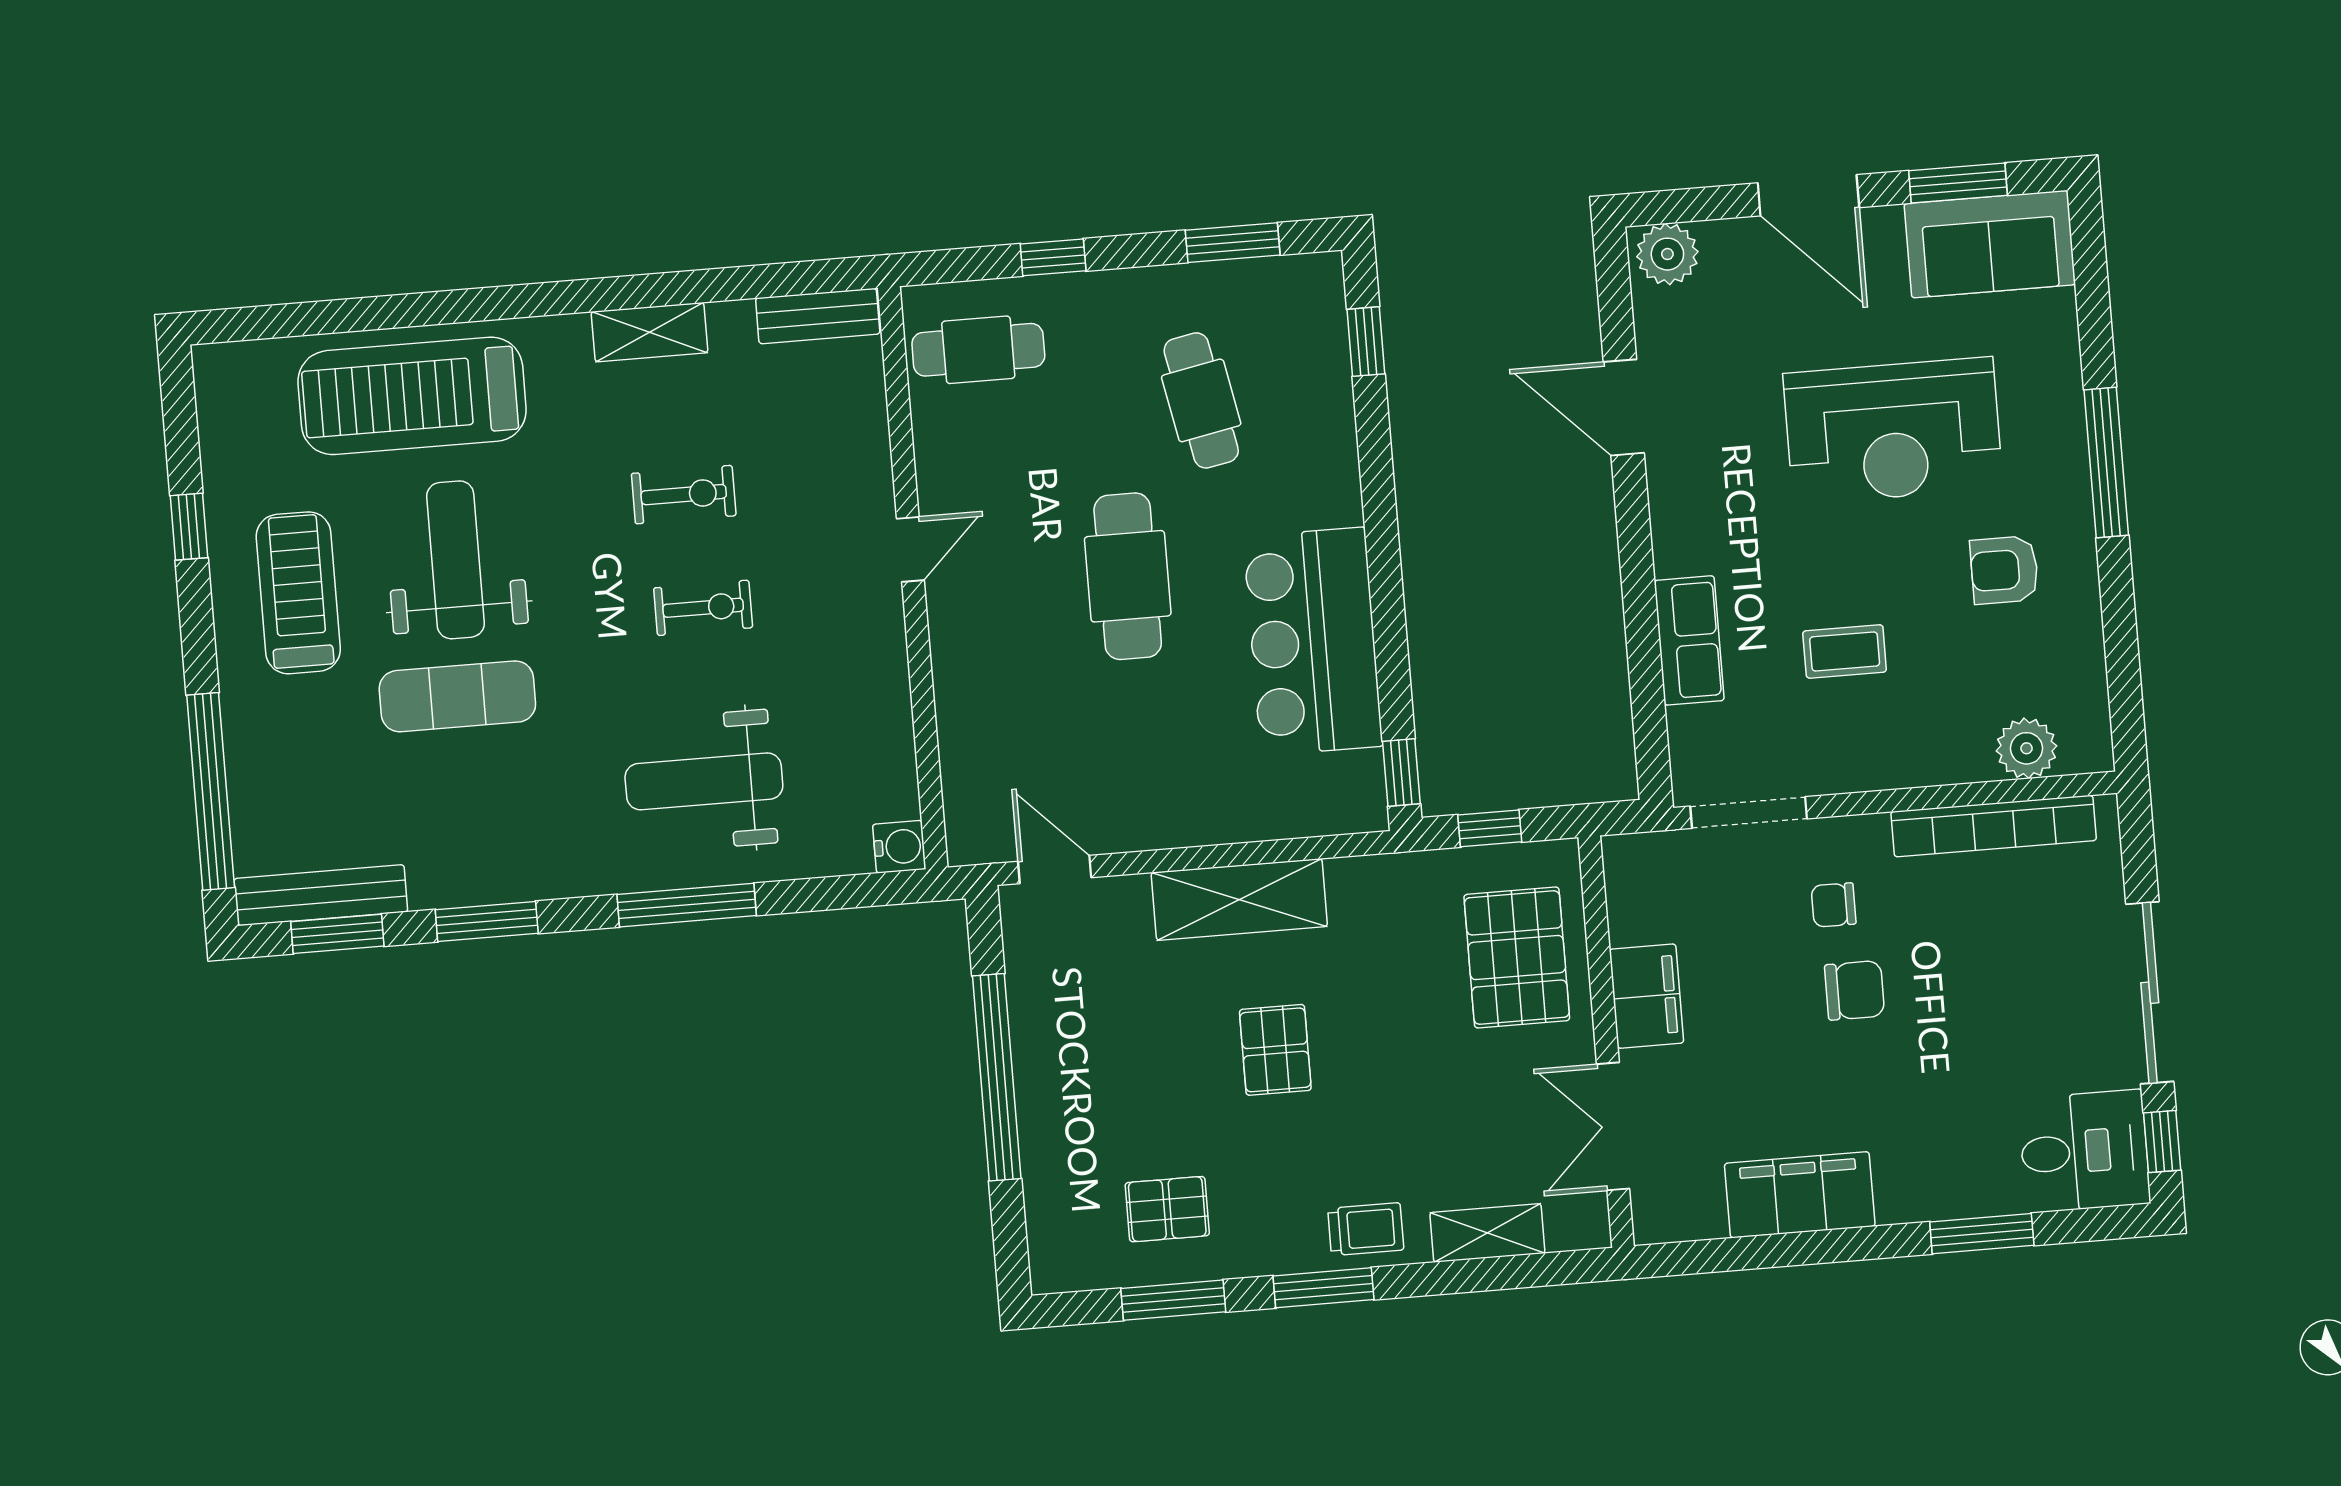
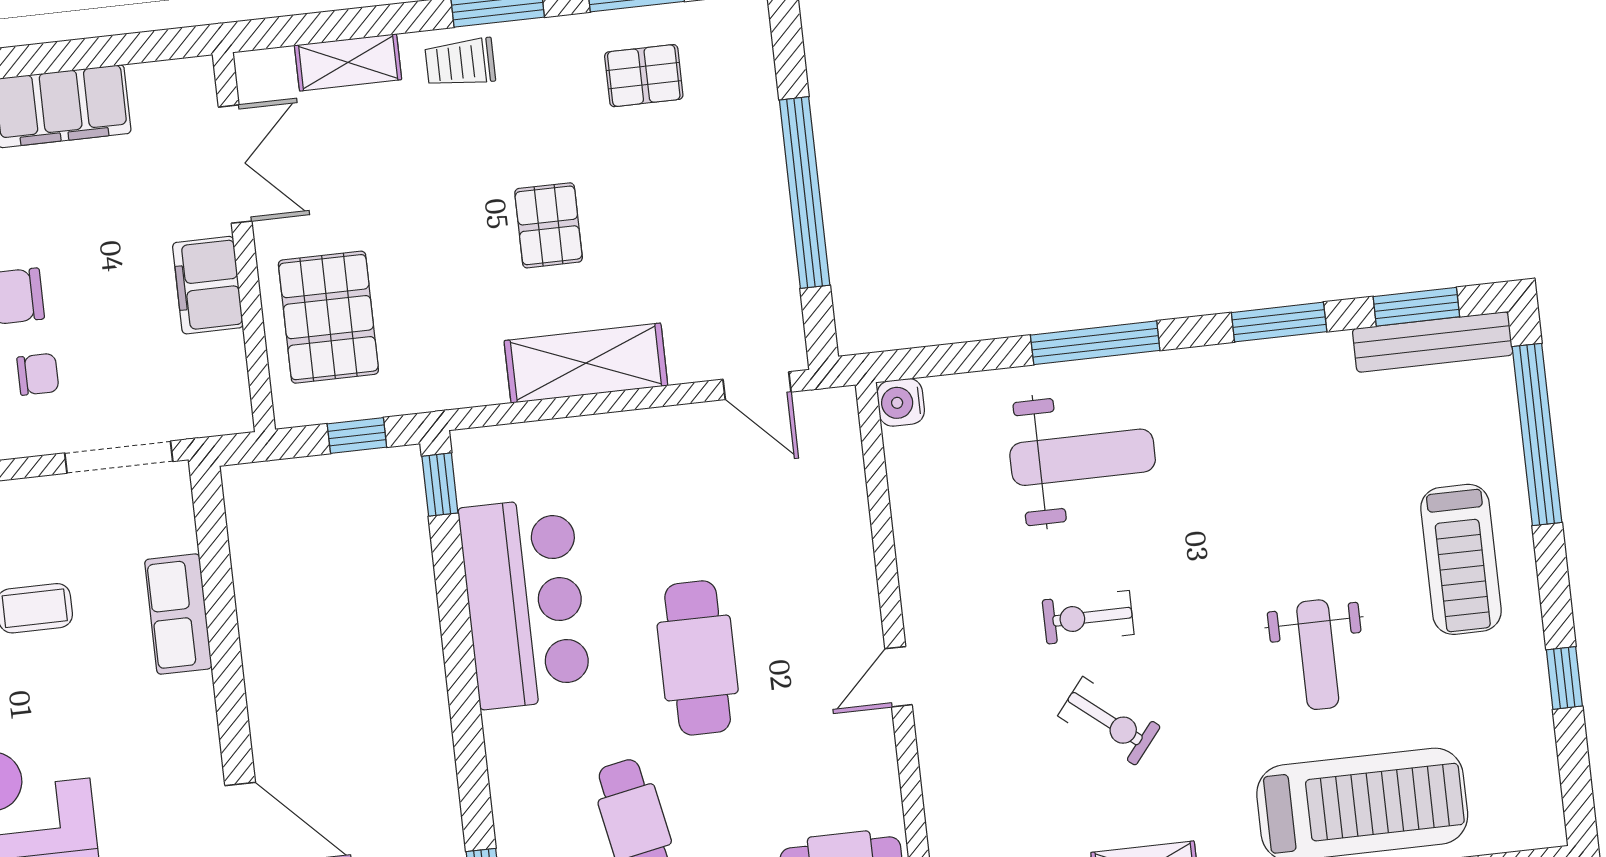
exercise bike: (684, 495) -> (1109, 721), turned -141
weight bench: (455, 560) -> (1318, 655), width x0.73, depth x0.75
treadmill: (298, 593) -> (1461, 559), moved
exercise mat: (457, 696) -> (1312, 529), removed

